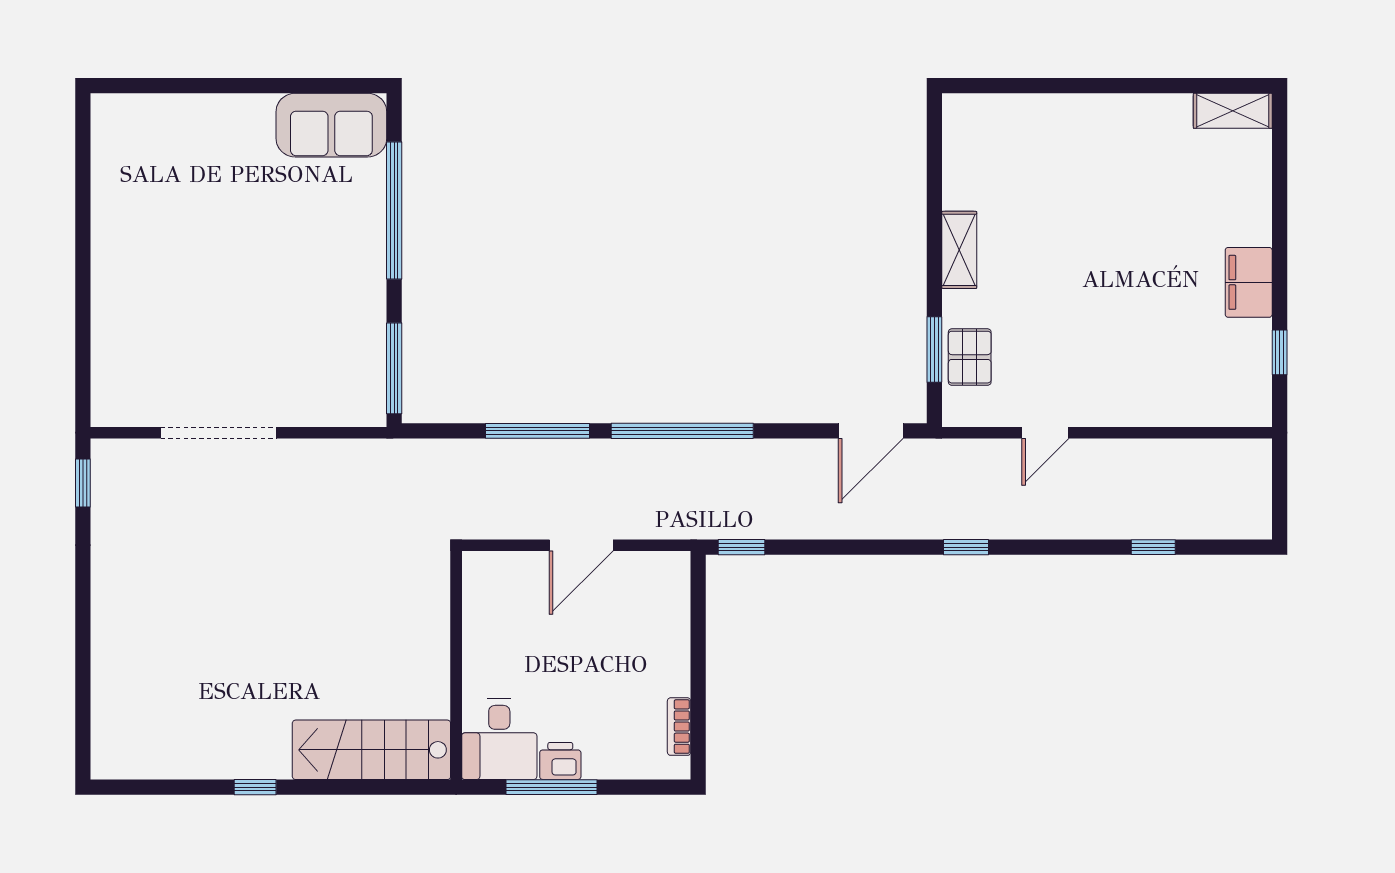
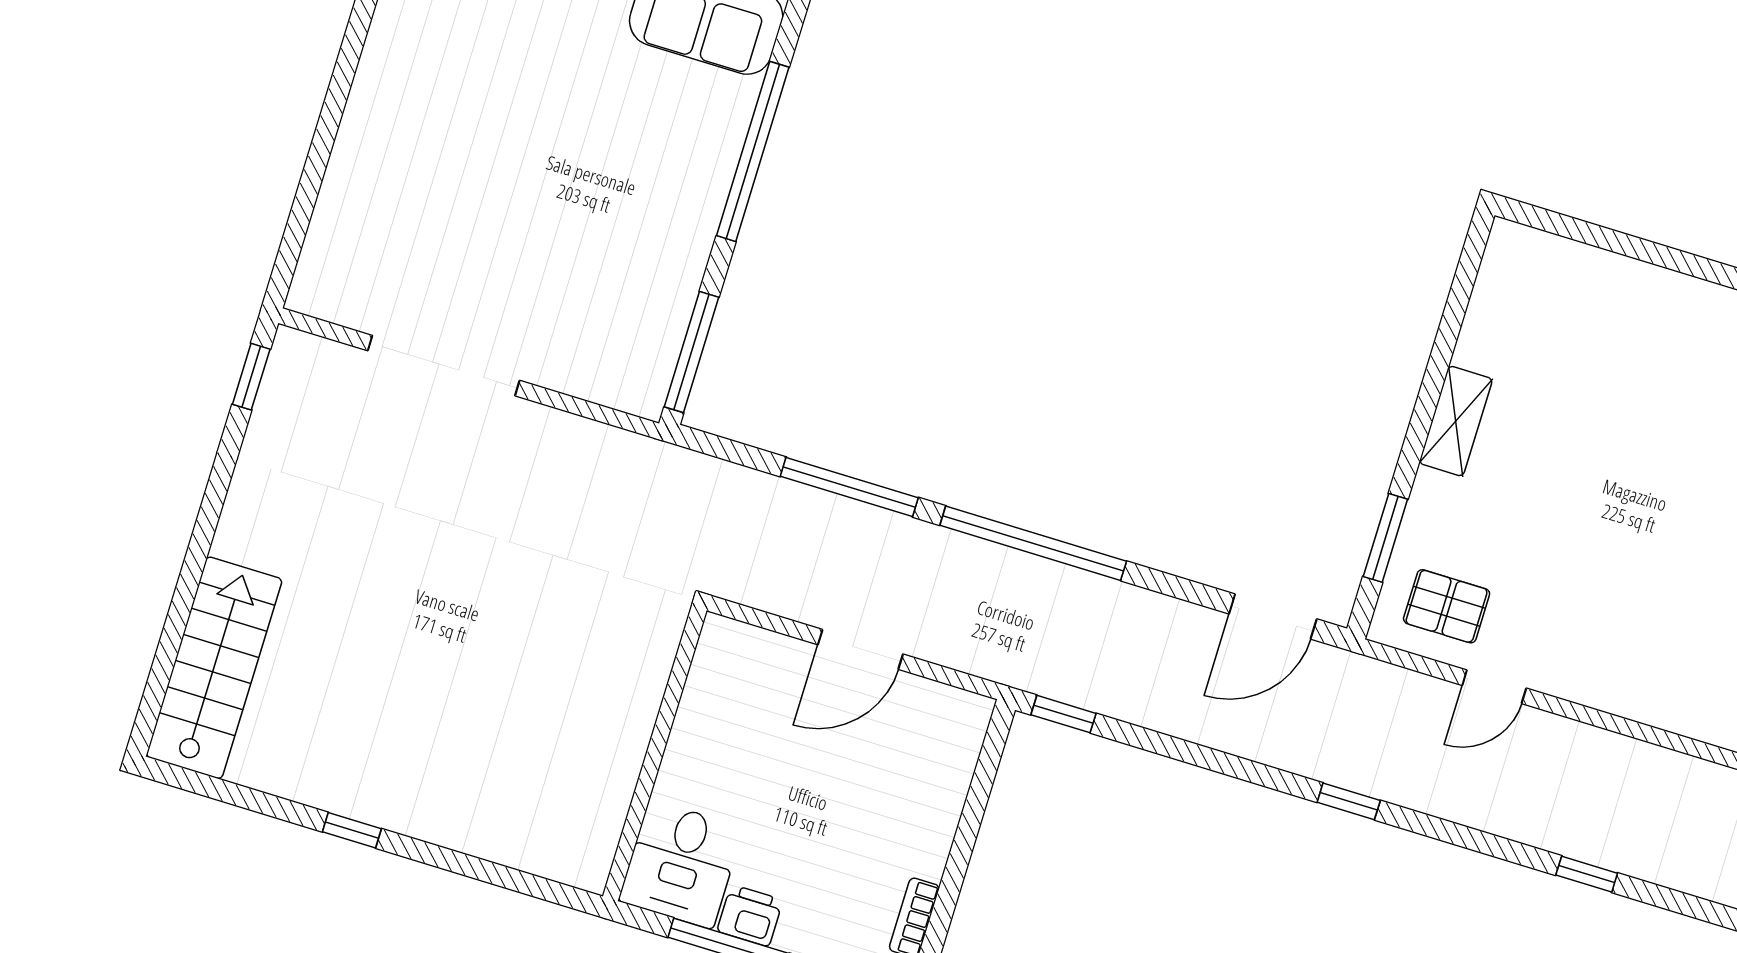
pallet: (970, 357) -> (1447, 606), moved, turned 90
stairs: (371, 750) -> (214, 668), moved, turned 90

